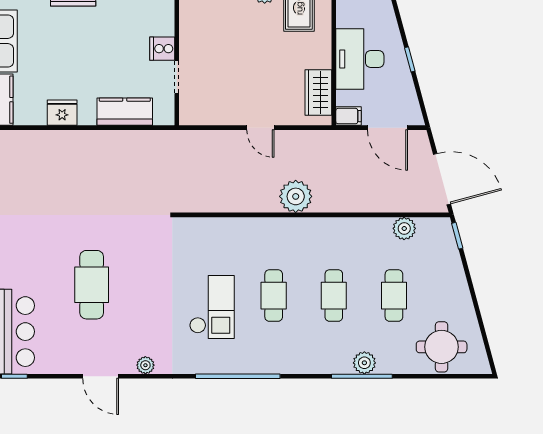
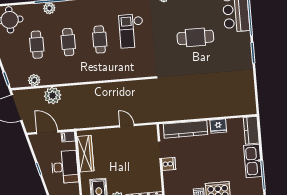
wardrobe: (318, 93) -> (86, 154), width x1.50
kitchen counter: (125, 112) -> (186, 129), width x1.50
door: (260, 128) -> (127, 126), moved
plant: (296, 196) -> (53, 96), moved
cafe table: (92, 285) -> (195, 37), turned 90

